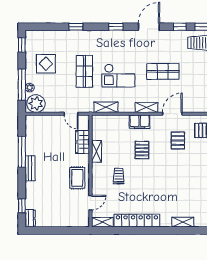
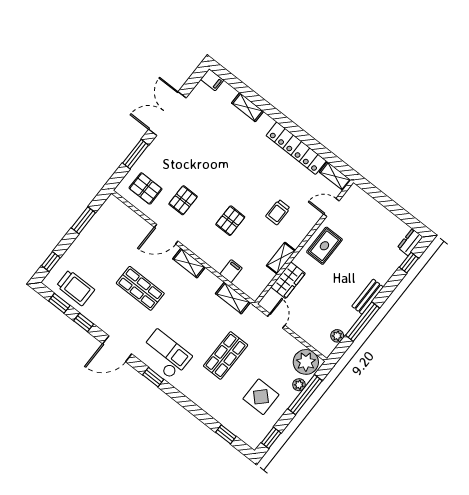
window: (76, 27) -> (226, 434), moved
checkout: (118, 76) -> (165, 355), moved
filing cabinet: (140, 122) -> (231, 271), moved, width x0.50
plant: (30, 132) -> (337, 336), added

